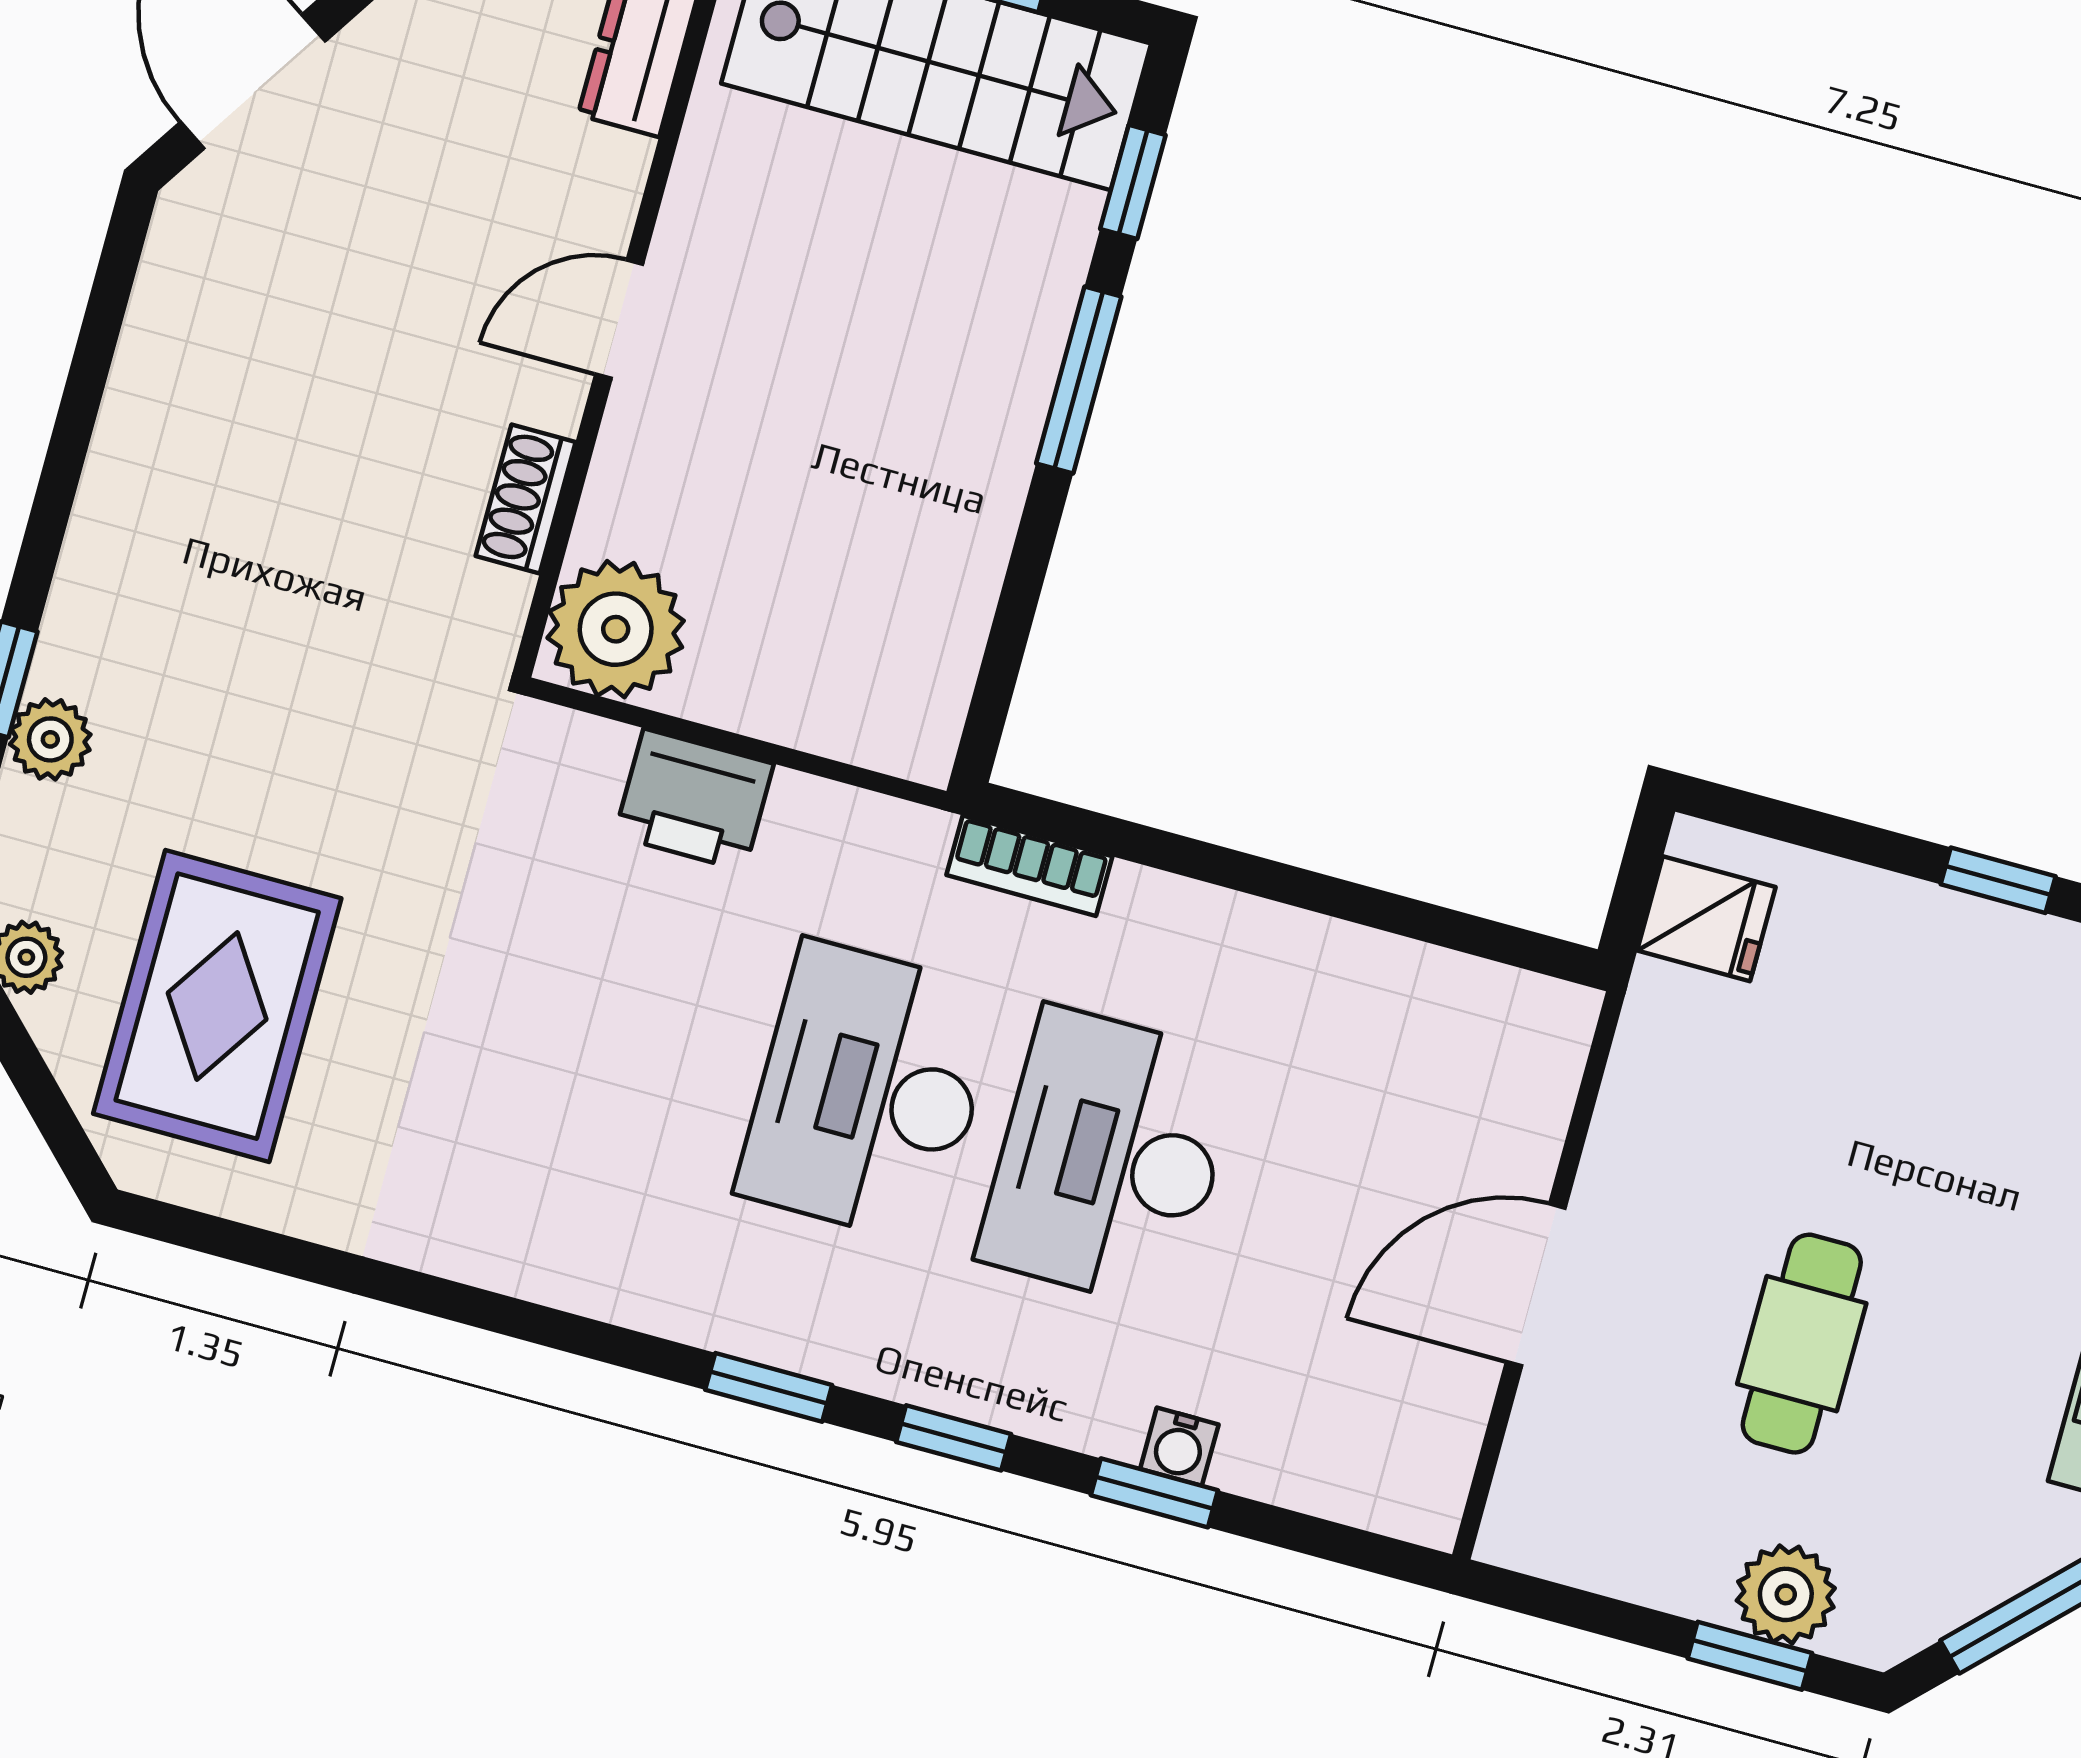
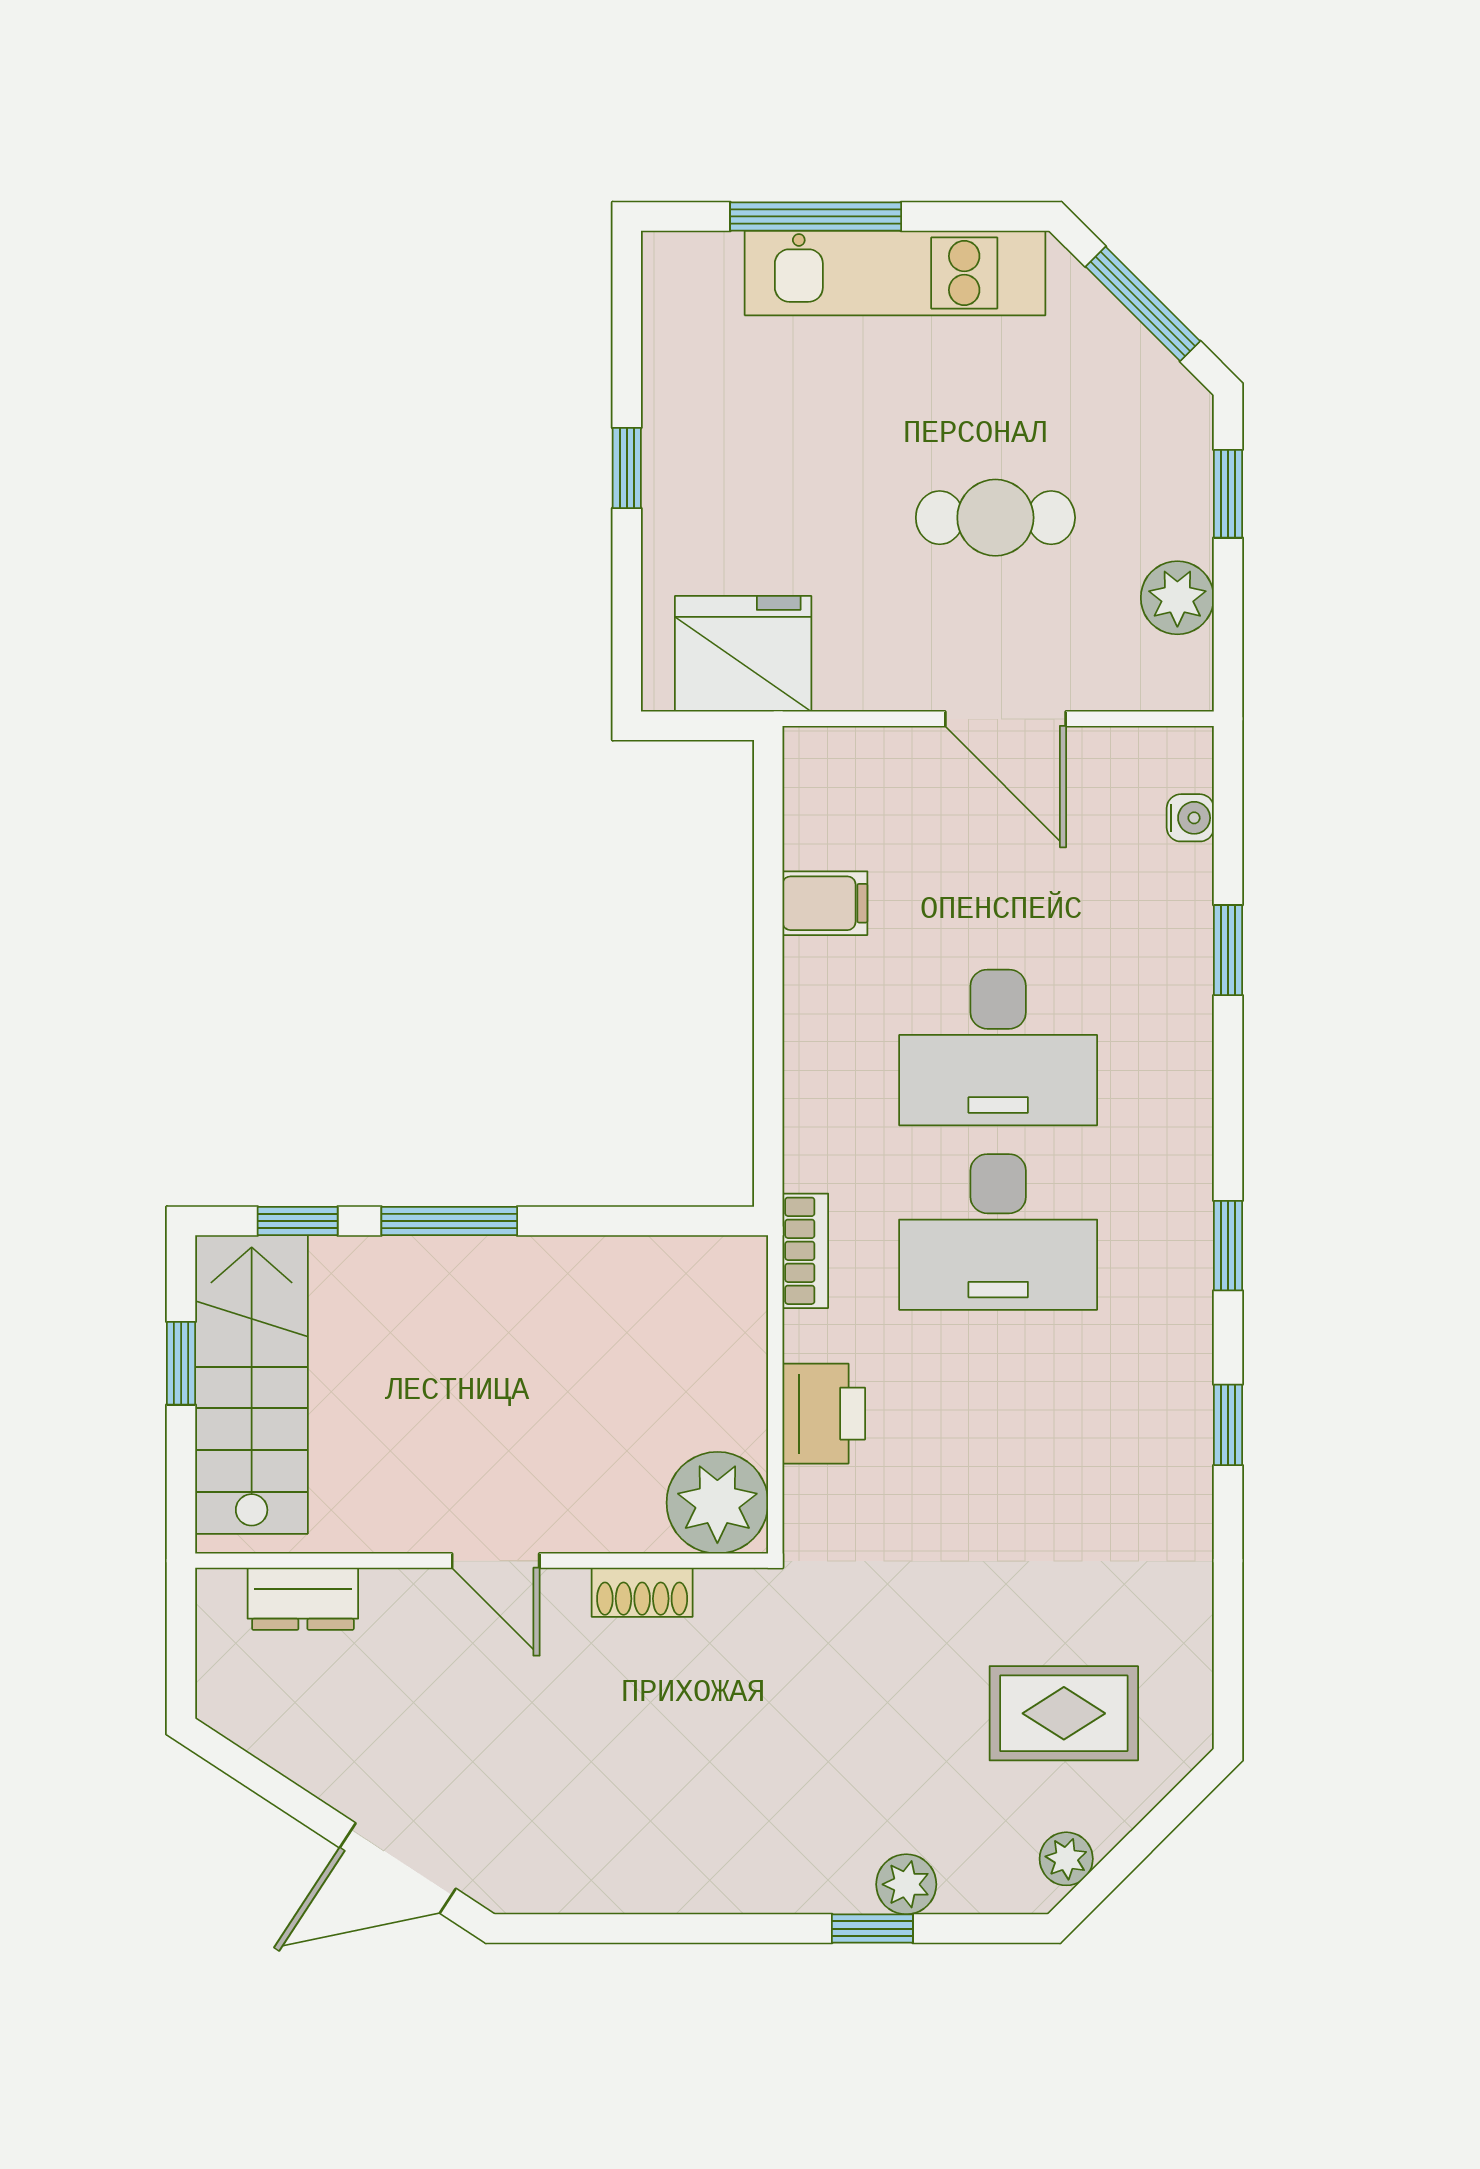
bookcase: (1029, 866) -> (805, 1251), moved
fridge: (1706, 919) -> (743, 654), width x1.88, depth x1.34
filing cabinet: (1359, 984) -> (825, 903), added
rug: (217, 1006) -> (1064, 1713), width x0.73, depth x0.70
window: (954, 1438) -> (1228, 1425), moved
water cooler: (1179, 1447) -> (1190, 818), moved
plant: (1786, 1594) -> (1177, 598), moved

